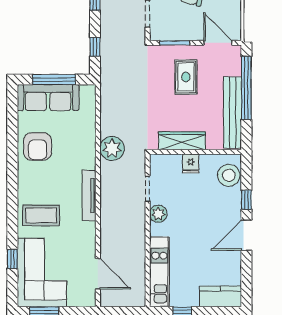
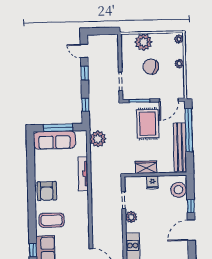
door: (218, 43) -> (169, 100), swing flipped
rug: (186, 77) -> (148, 124), width x1.36, depth x1.43
wardrobe: (182, 141) -> (146, 167), width x0.67
armchair: (38, 146) -> (47, 191), moved
plant: (112, 148) -> (98, 139), moved
tv unit: (89, 196) -> (83, 174), moved

